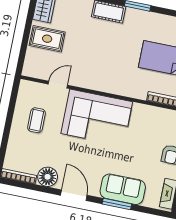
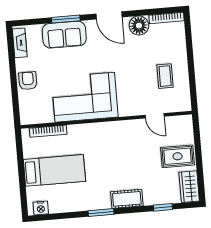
door: (58, 85) -> (155, 116), hinge flipped
corner sofa: (97, 118) -> (85, 97), moved

